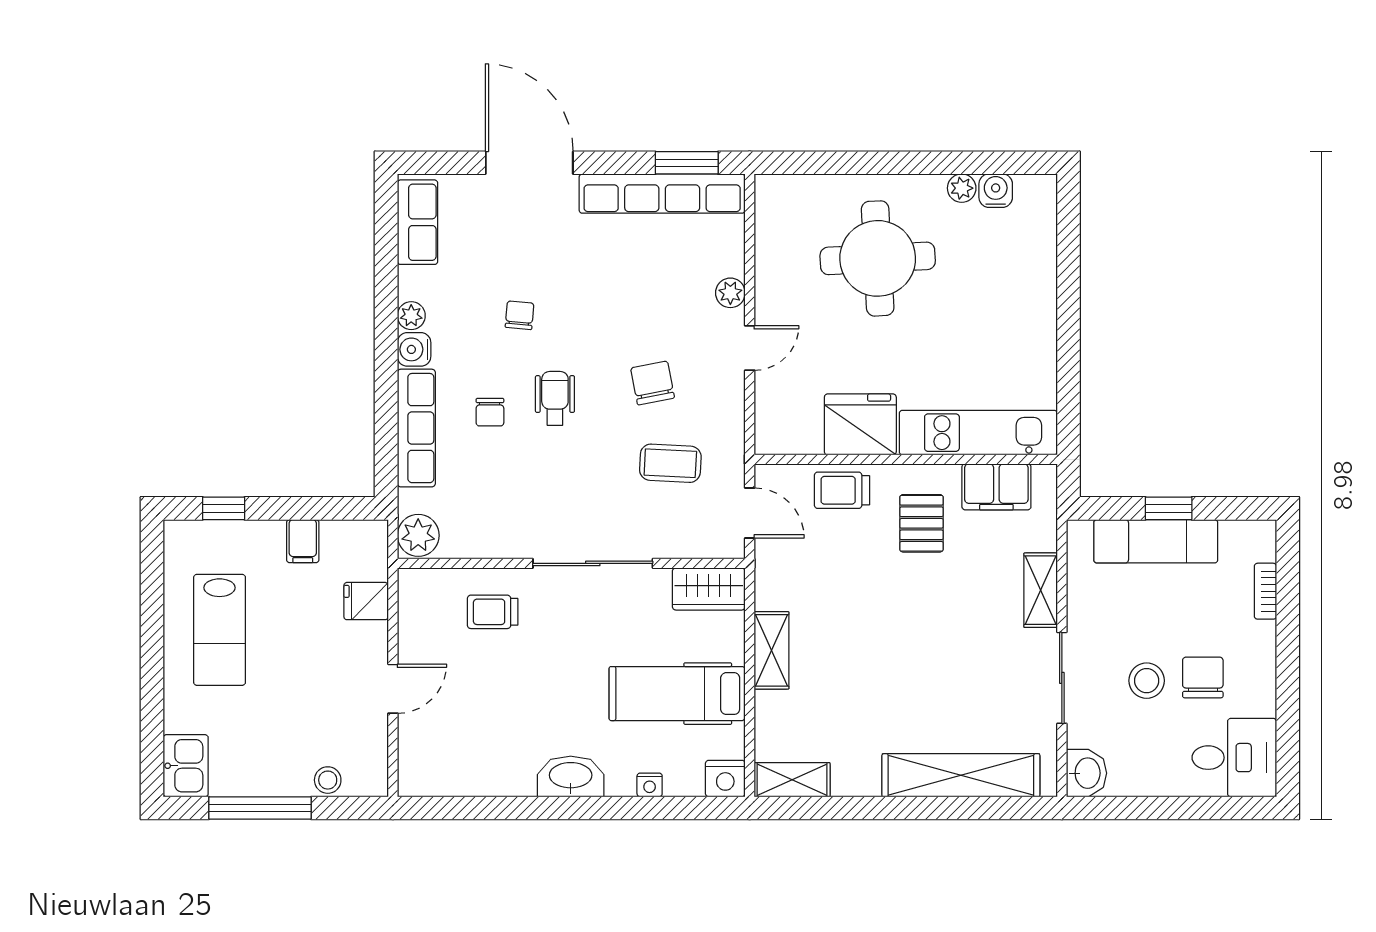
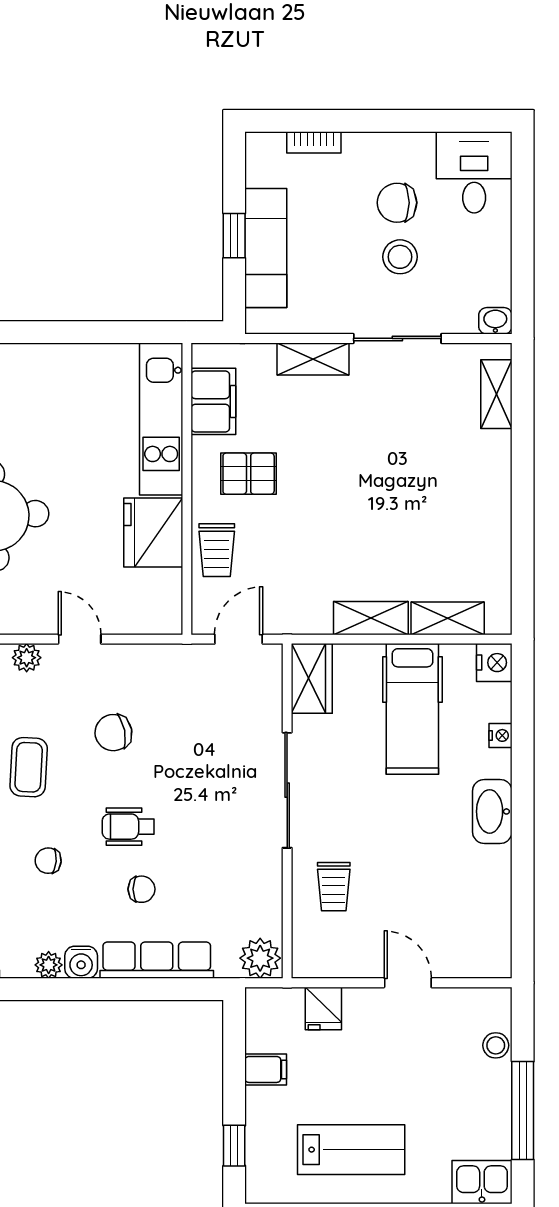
coffee table: (670, 463) -> (29, 767), moved
washbasin: (1086, 773) -> (495, 321), width x0.72, depth x0.69
shelving: (961, 775) -> (496, 394), width x0.45, depth x0.75
shelving: (792, 780) -> (448, 618), moved, turned 90

